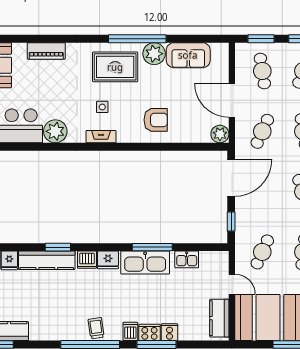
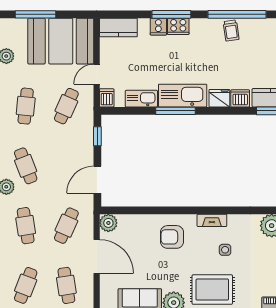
fireplace: (101, 137) -> (212, 220), moved
door: (231, 178) -> (97, 180), width x0.73
kitchen sink: (187, 259) -> (141, 99), width x1.38
door: (232, 284) -> (97, 74), hinge flipped
kitchen counter: (219, 318) -> (118, 28), moved, turned 90
dishwasher: (130, 331) -> (107, 98), moved, turned 180

